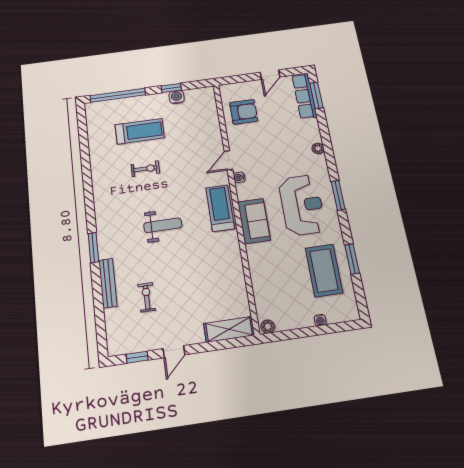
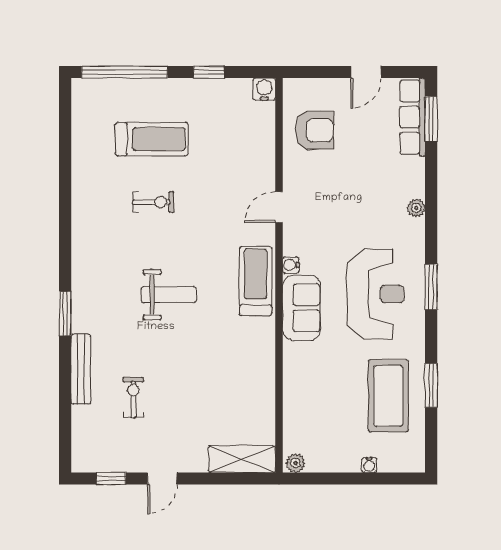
water cooler: (177, 97) -> (264, 89), moved
water cooler: (239, 177) -> (291, 265), moved

